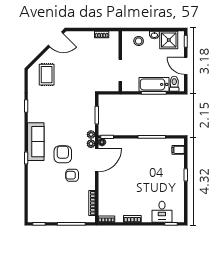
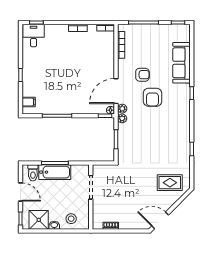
rug: (47, 75) -> (170, 183), turned 90
sofa: (36, 142) -> (181, 63), moved
desk: (162, 212) -> (34, 36), moved

